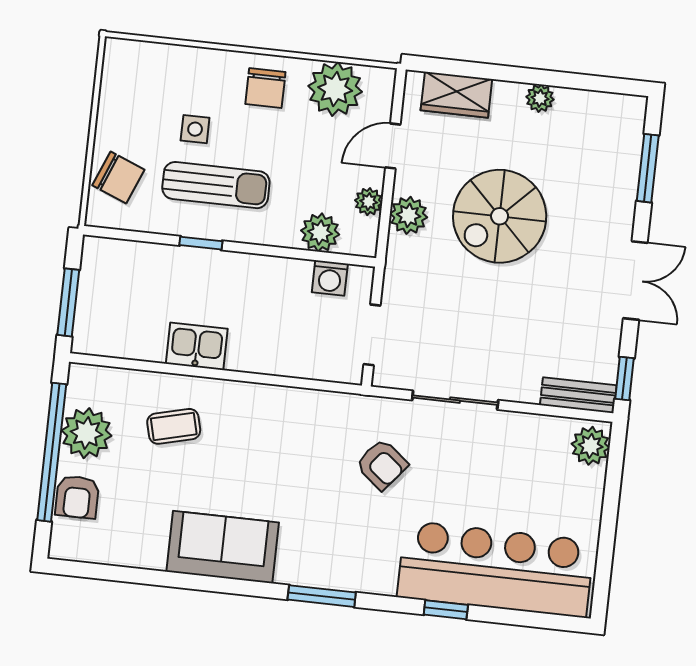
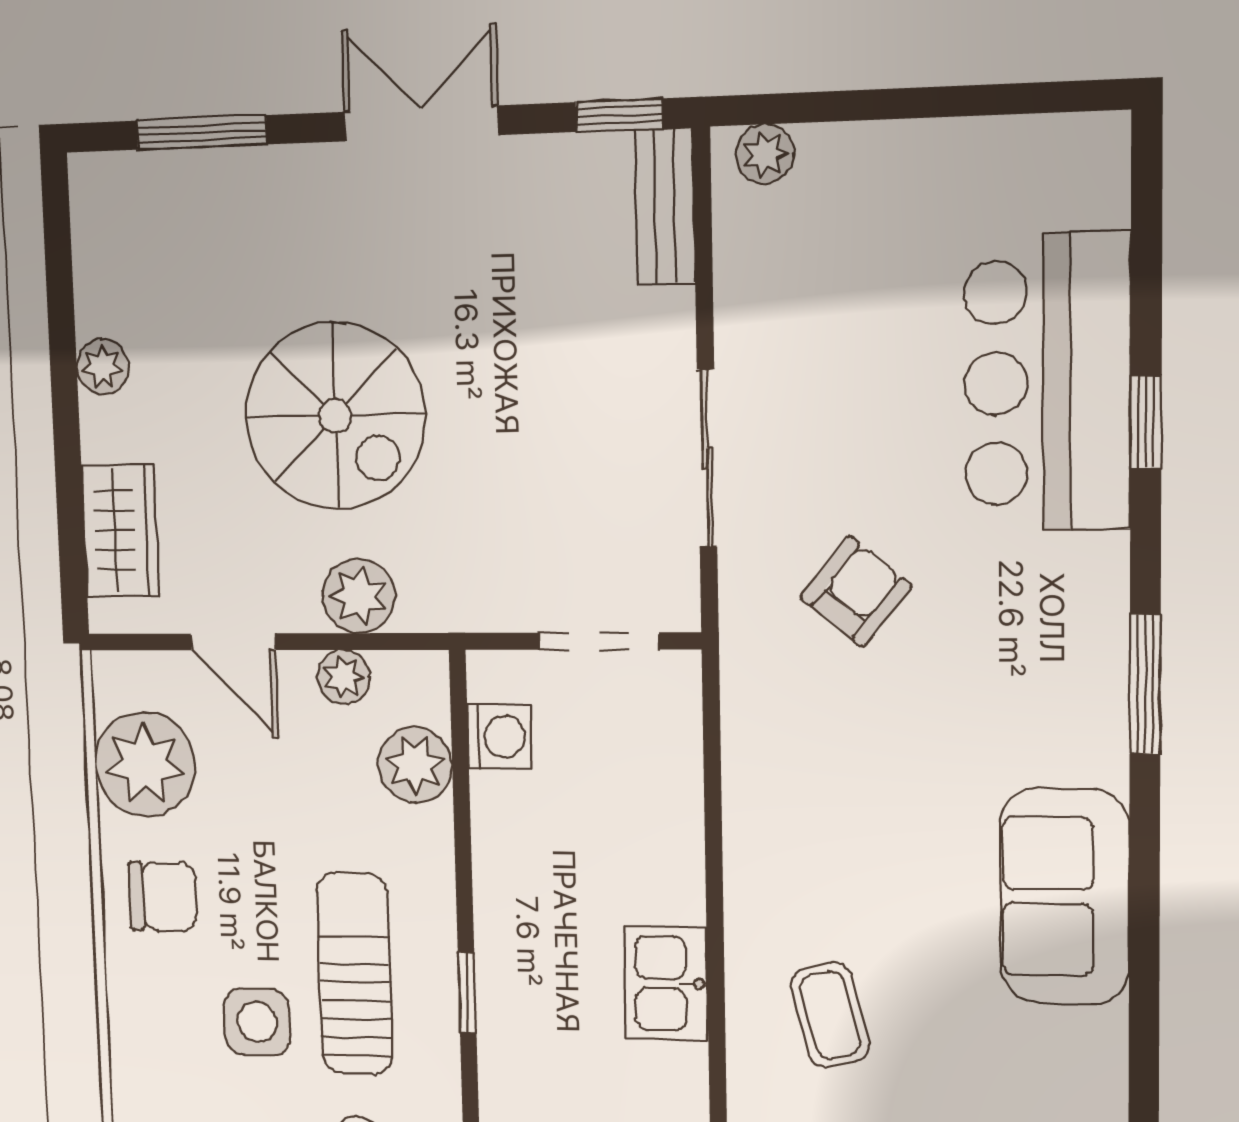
side table: (195, 129) -> (257, 1022), width x1.37, depth x1.37
plant: (591, 446) -> (765, 154), width x0.73, depth x0.73
bar counter: (496, 569) -> (1047, 382), width x0.73

